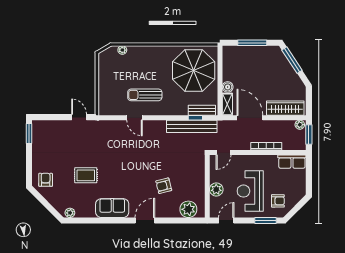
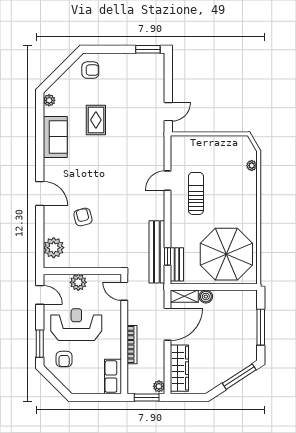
sofa: (112, 208) -> (55, 137), moved

